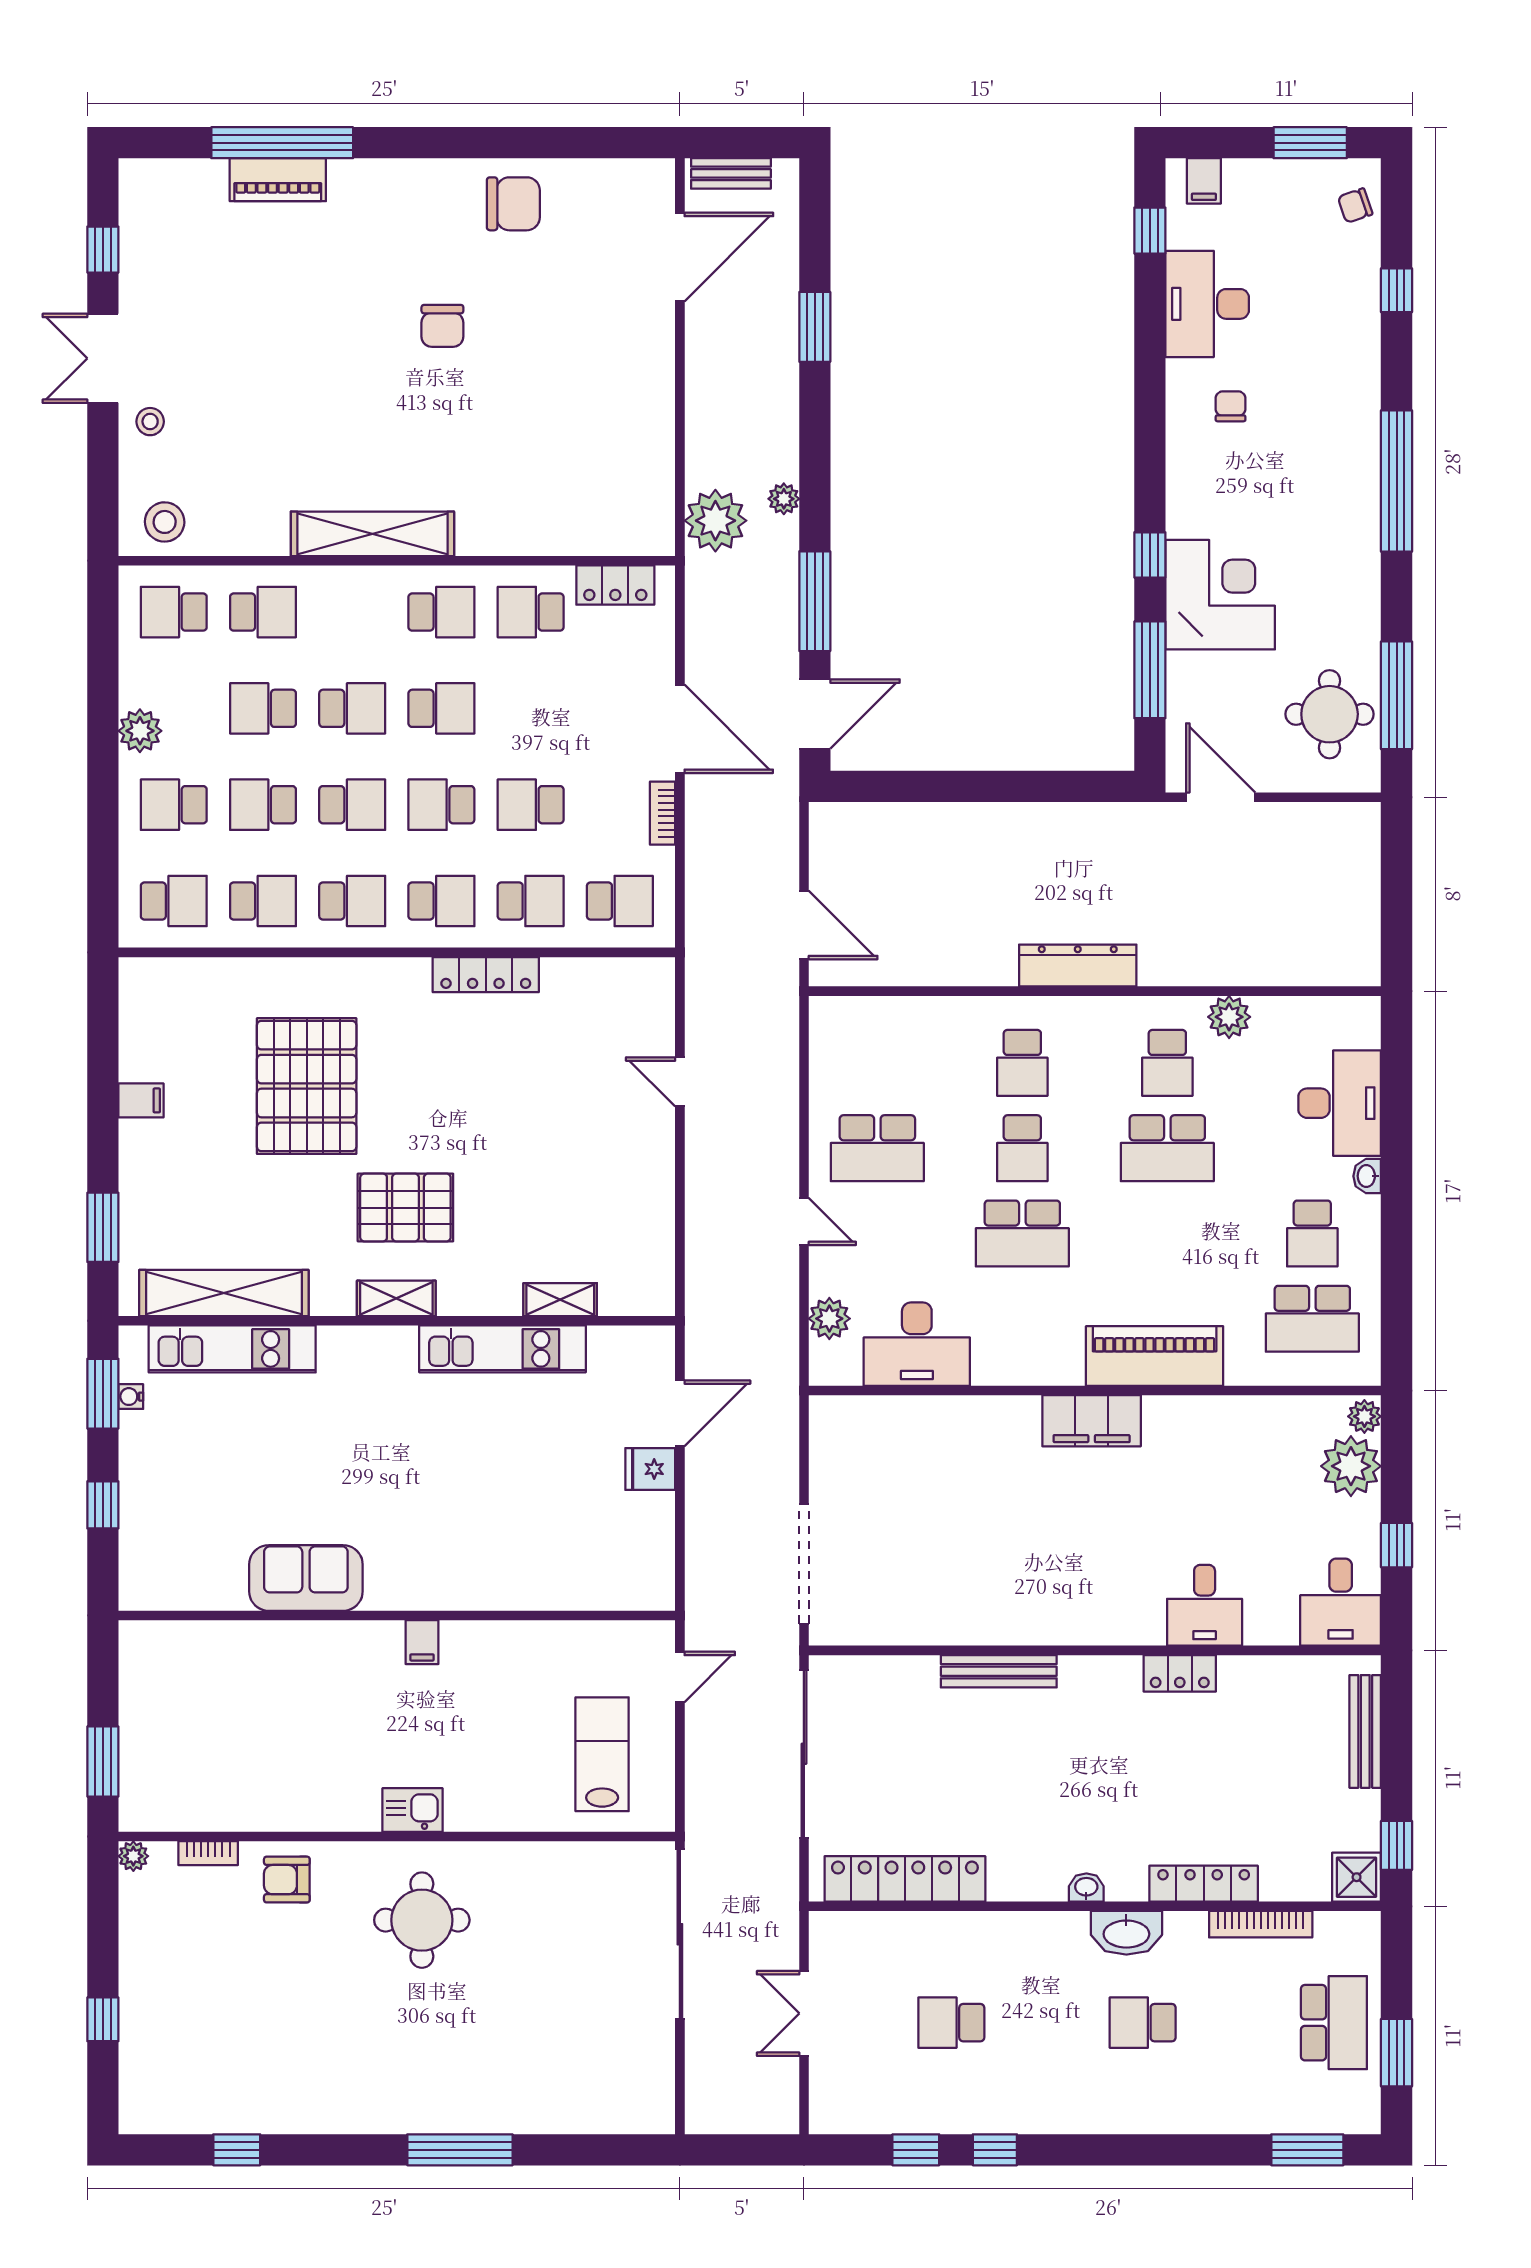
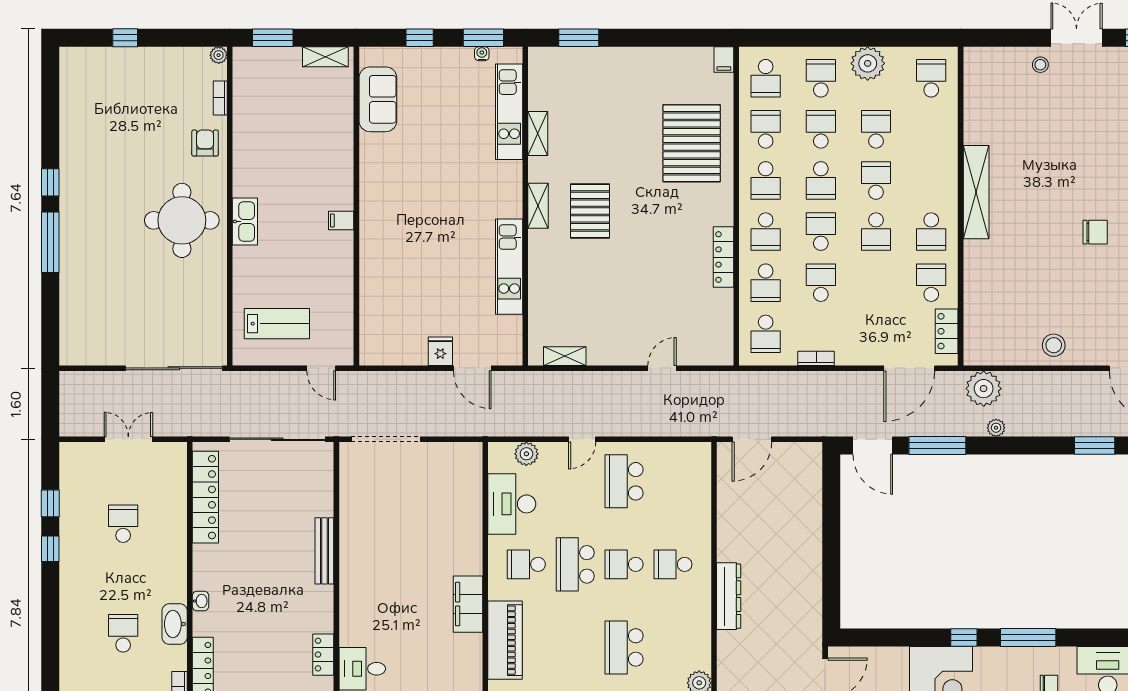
chair: (442, 326) -> (1095, 232), turned 180
stool: (165, 522) -> (1054, 345), moved
school desk: (263, 612) -> (931, 129), removed
window: (1150, 670) -> (1028, 637), moved
school desk: (352, 708) -> (876, 180), turned 180
door: (680, 729) -> (909, 368), moved
plant: (140, 731) -> (868, 63), width x1.36, depth x1.36
school desk: (263, 901) -> (766, 129), turned 180
school desk: (1167, 1063) -> (526, 564), moved
pallet: (307, 1086) -> (692, 143), moved, turned 90
filing cabinet: (141, 1100) -> (724, 59), moved
shelving: (224, 1293) -> (538, 133), width x0.45, depth x0.75
shelving: (560, 1300) -> (565, 356), moved, turned 90
sofa: (306, 1578) -> (378, 99), moved
shelving: (136, 1670) -> (325, 57), added
kitchen sink: (412, 1810) -> (245, 221), width x1.38
round table: (422, 1920) -> (182, 220), width x1.36, depth x1.36
window: (237, 2150) -> (50, 182), moved

